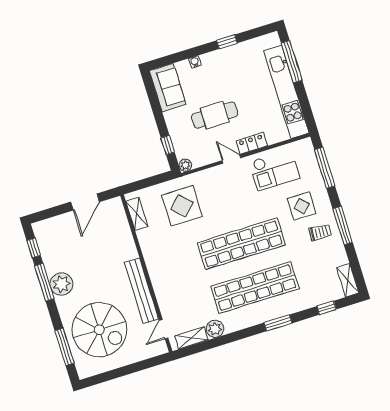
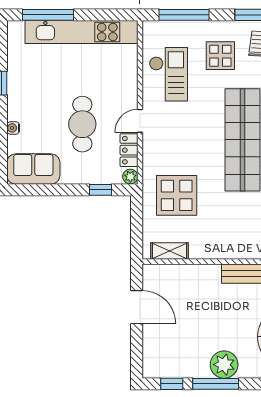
locker: (252, 143) -> (129, 150), moved

